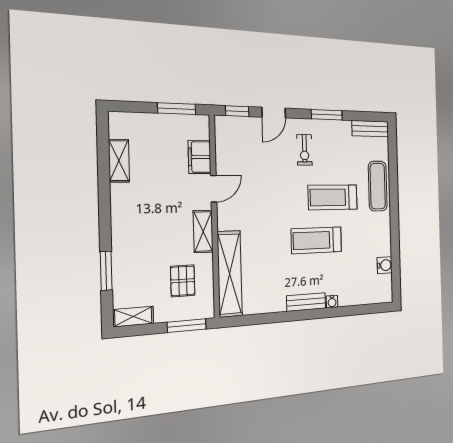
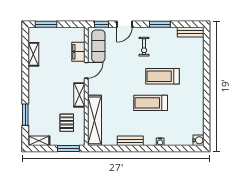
window: (177, 109) -> (46, 24), moved
exercise mat: (378, 186) -> (98, 46), moved
water cooler: (385, 265) -> (198, 140), moved
bench: (306, 302) -> (130, 141), moved

